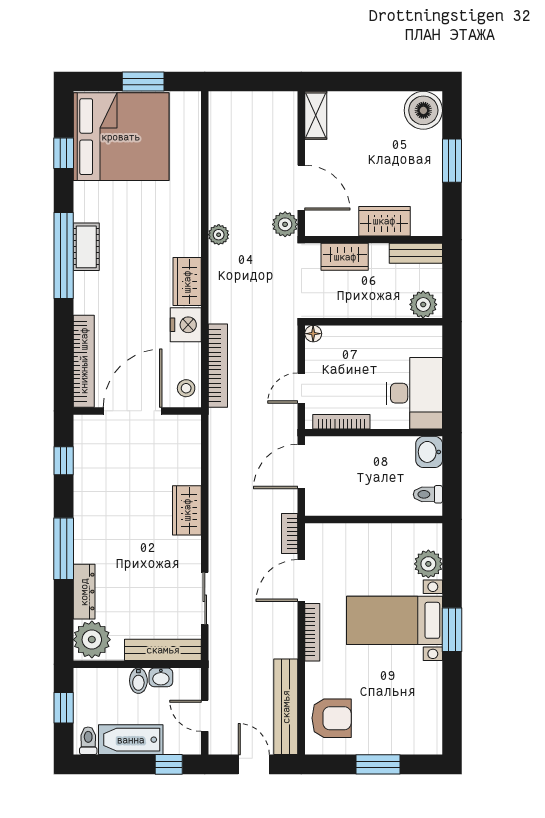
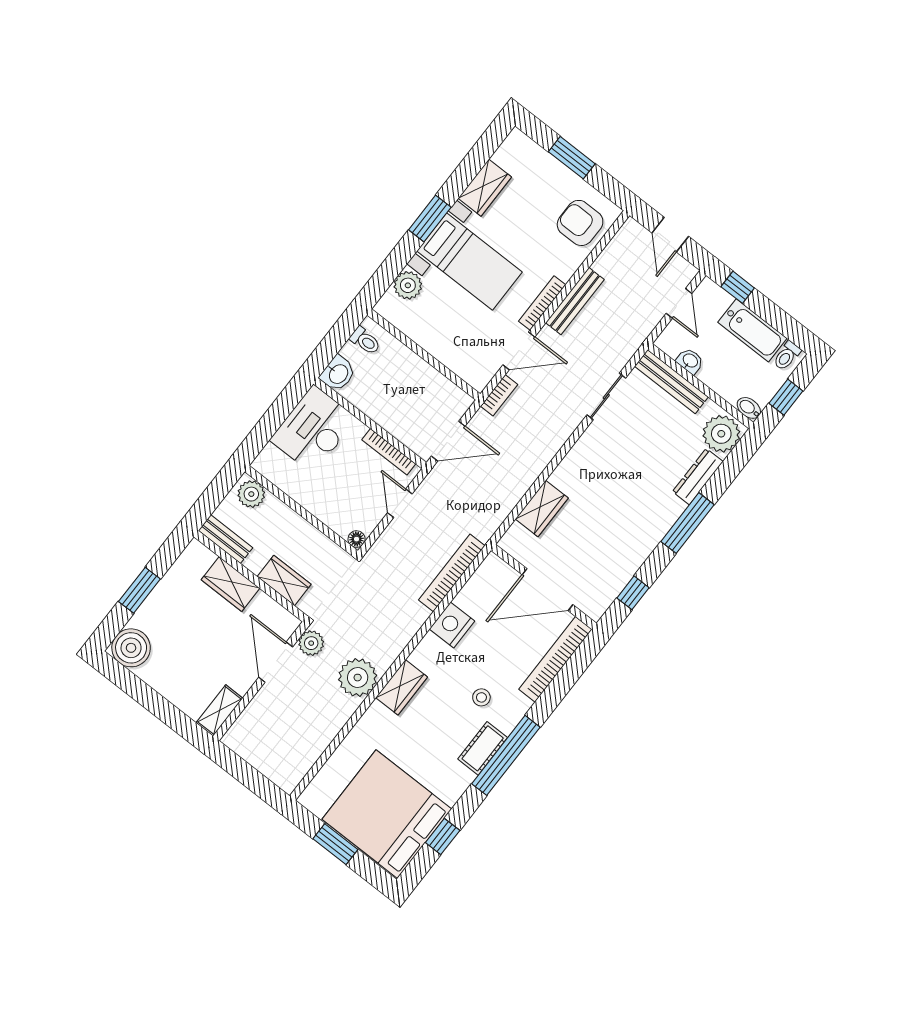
plant: (219, 235) -> (358, 678), width x1.87, depth x1.87
wardrobe: (187, 282) -> (402, 687), moved
stool: (186, 388) -> (481, 697), moved
door: (301, 388) -> (400, 503), swing flipped
wardrobe: (187, 510) -> (542, 508), moved
bidet: (138, 681) -> (749, 408), moved, turned -90
wardrobe: (428, 688) -> (485, 188), added
bench: (286, 707) -> (575, 301), moved, width x0.73, depth x0.82

